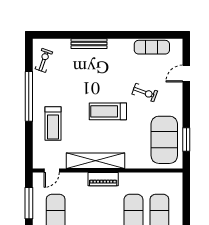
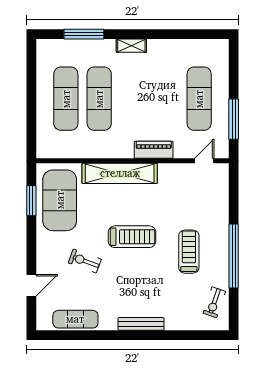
bench: (89, 44) -> (141, 324), moved
treadmill: (53, 124) -> (189, 252), moved
shelving: (95, 161) -> (120, 173), moved
piano: (103, 179) -> (154, 150), moved

